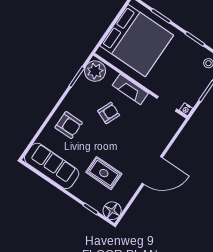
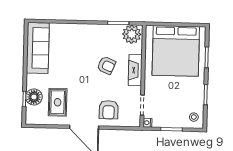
armchair: (69, 125) -> (109, 110), moved
rug: (104, 173) -> (58, 102), moved
floor lamp: (112, 211) -> (34, 97), moved

